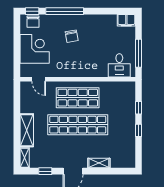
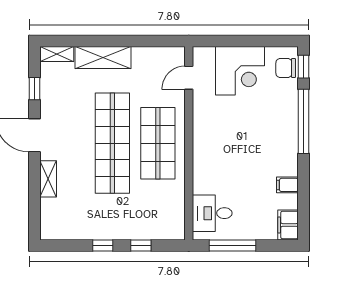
filing cabinet: (103, 21) -> (287, 185), added
chair: (72, 36) -> (261, 133), removed

